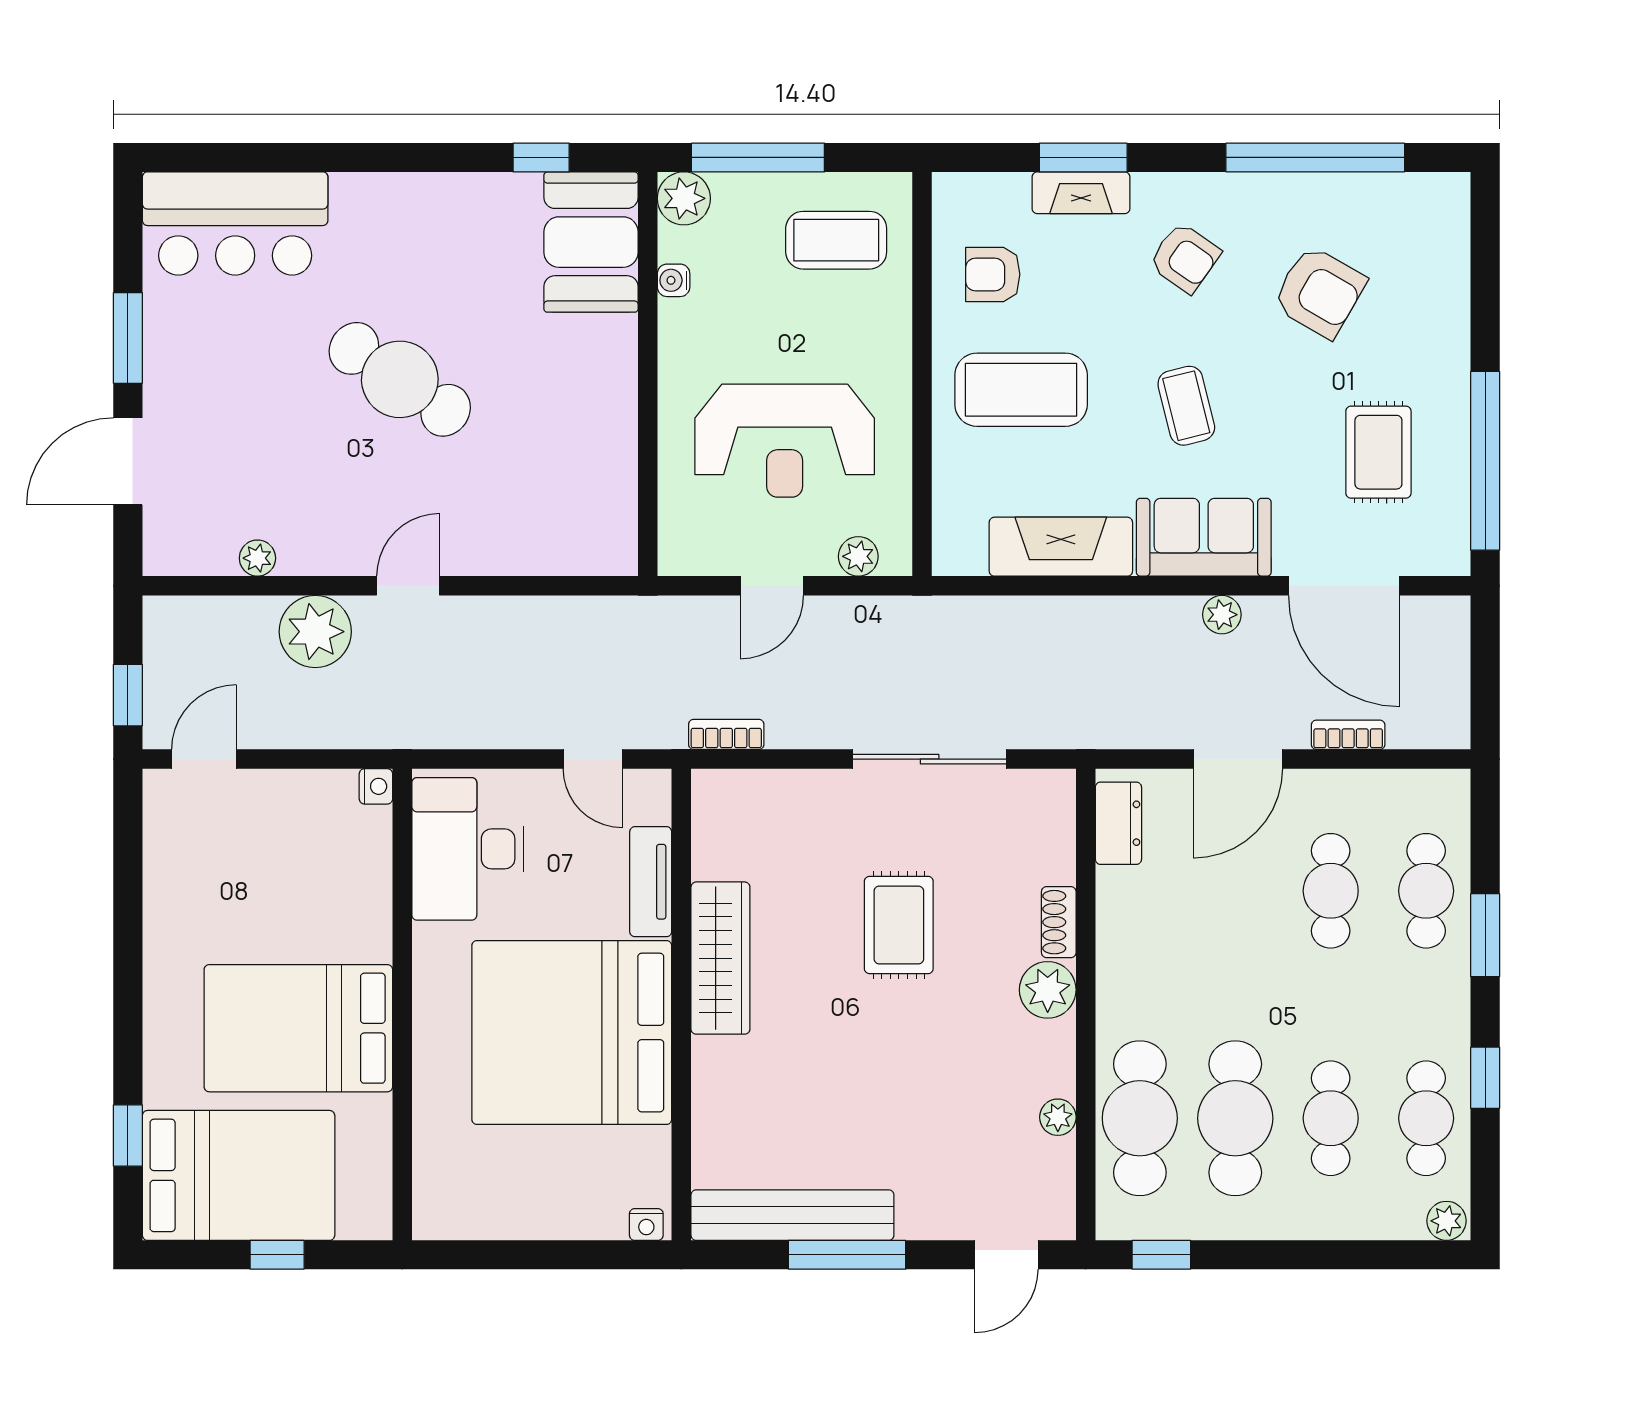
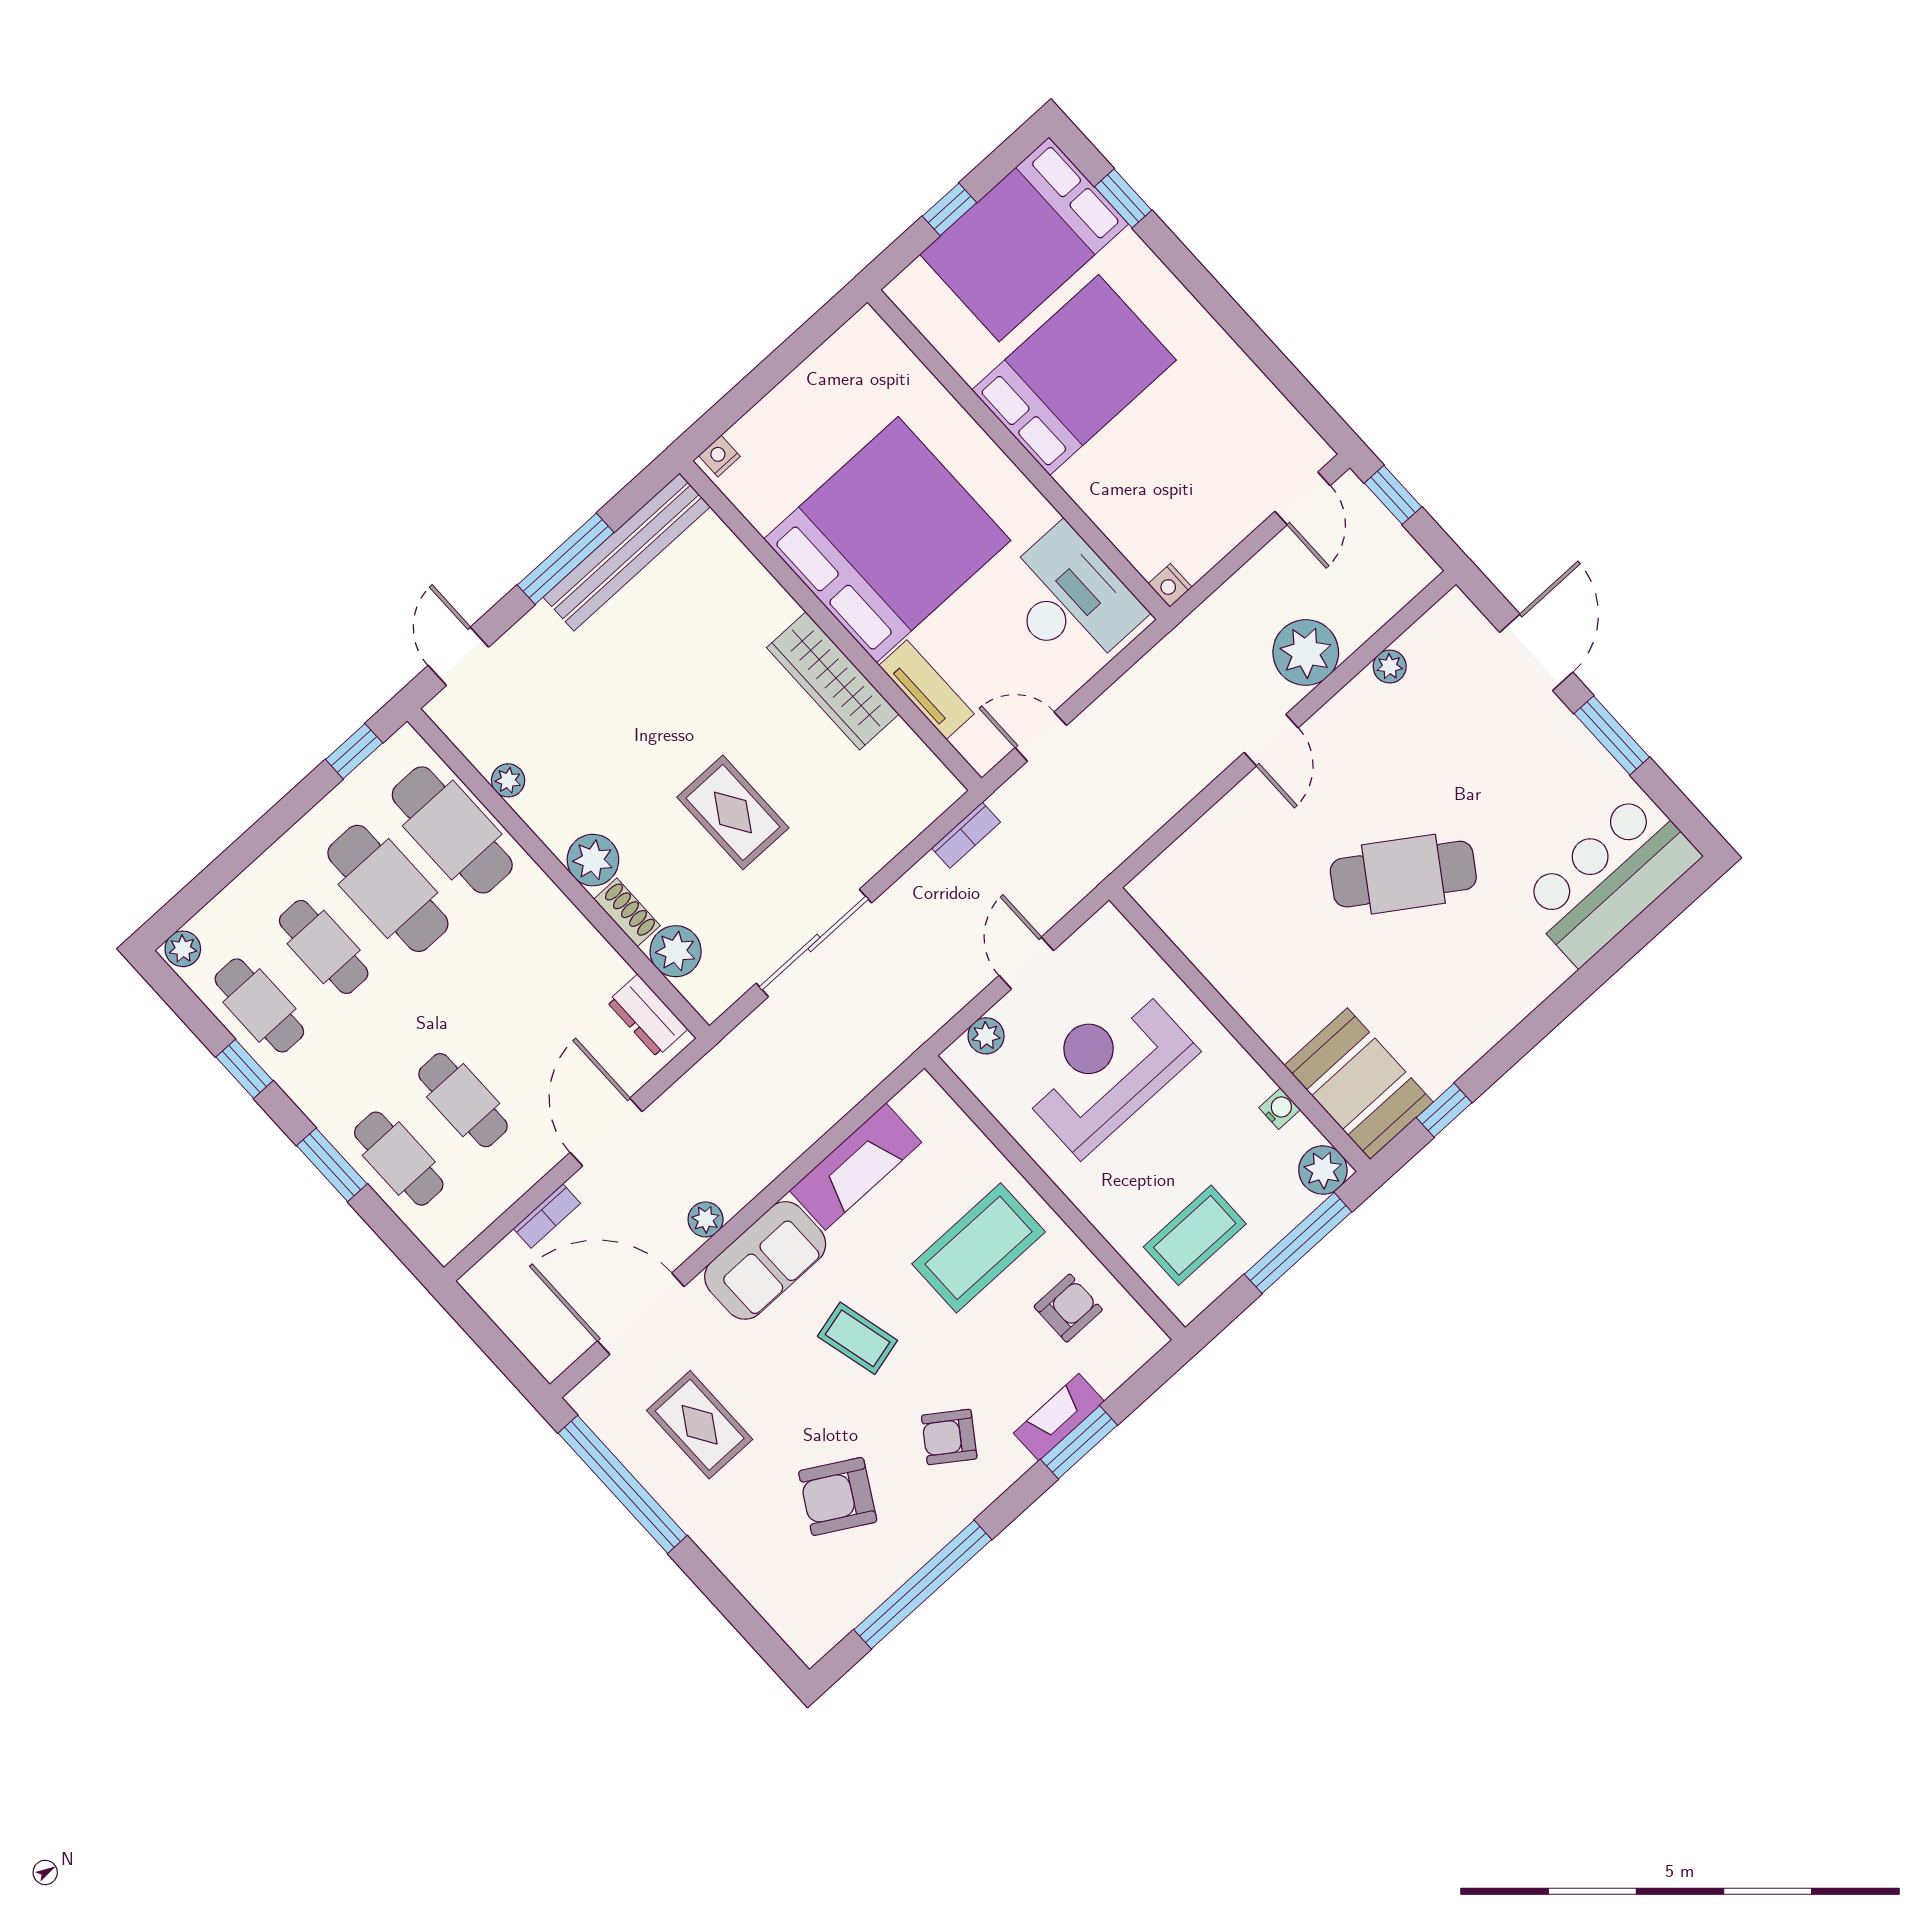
plant: (1048, 855) -> (676, 951), added

